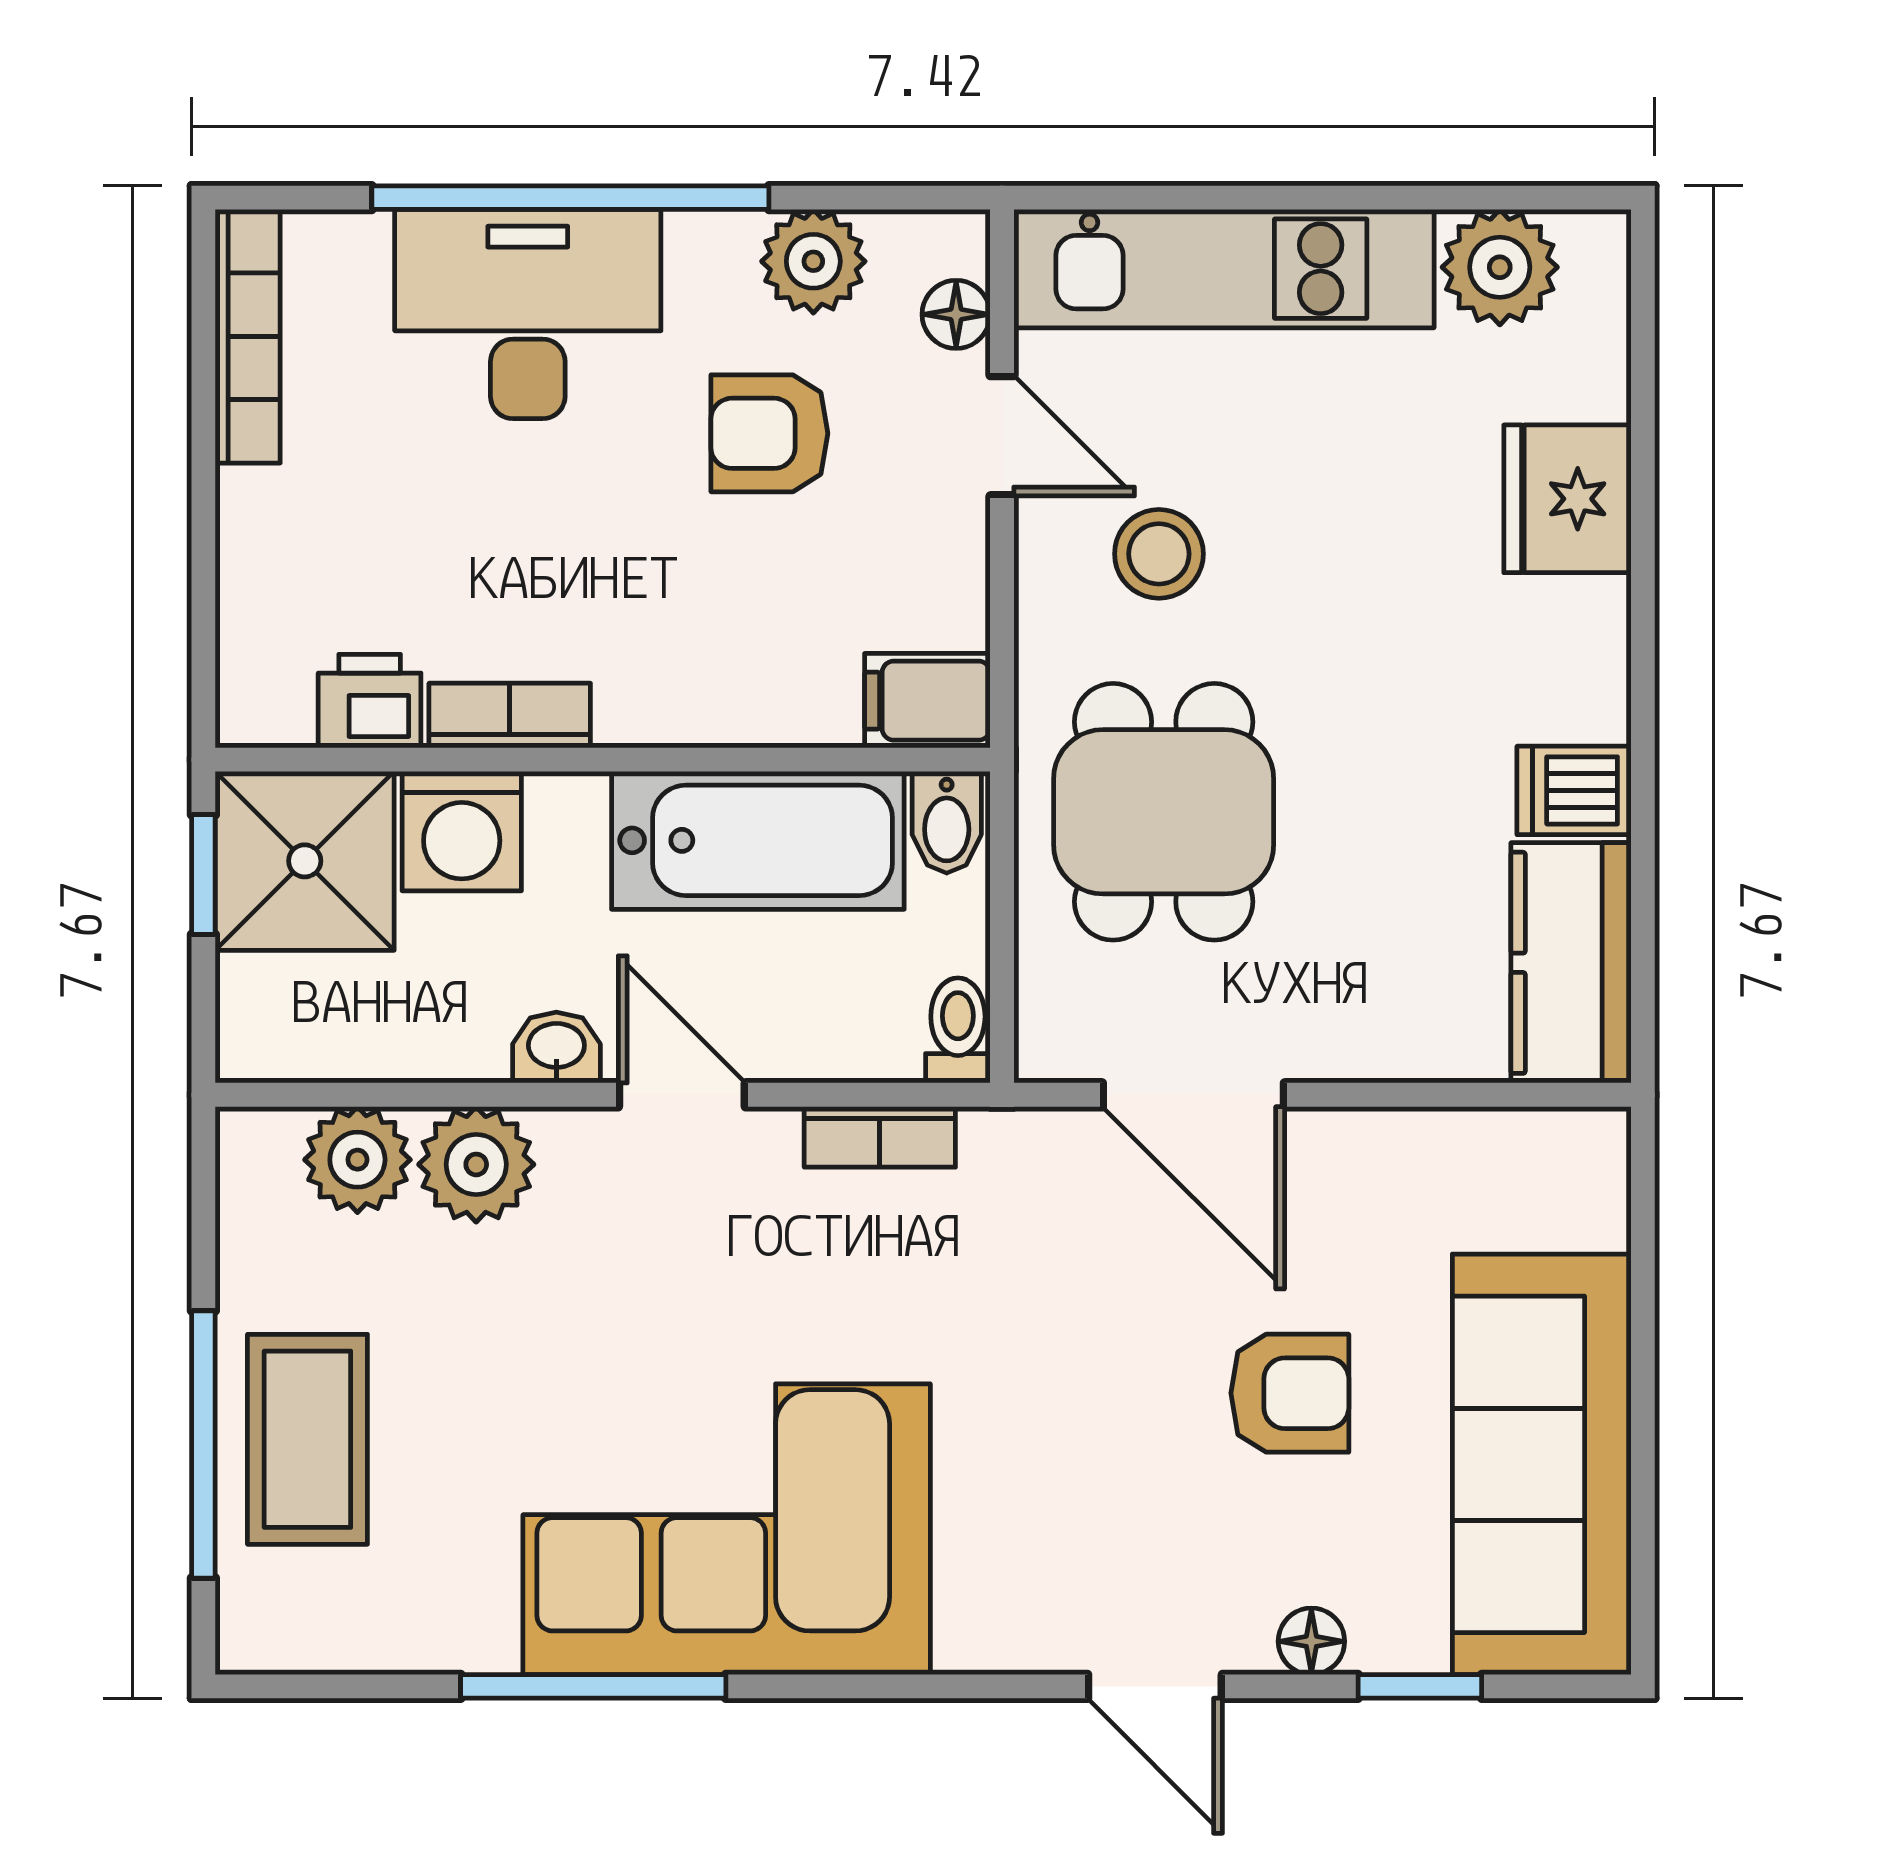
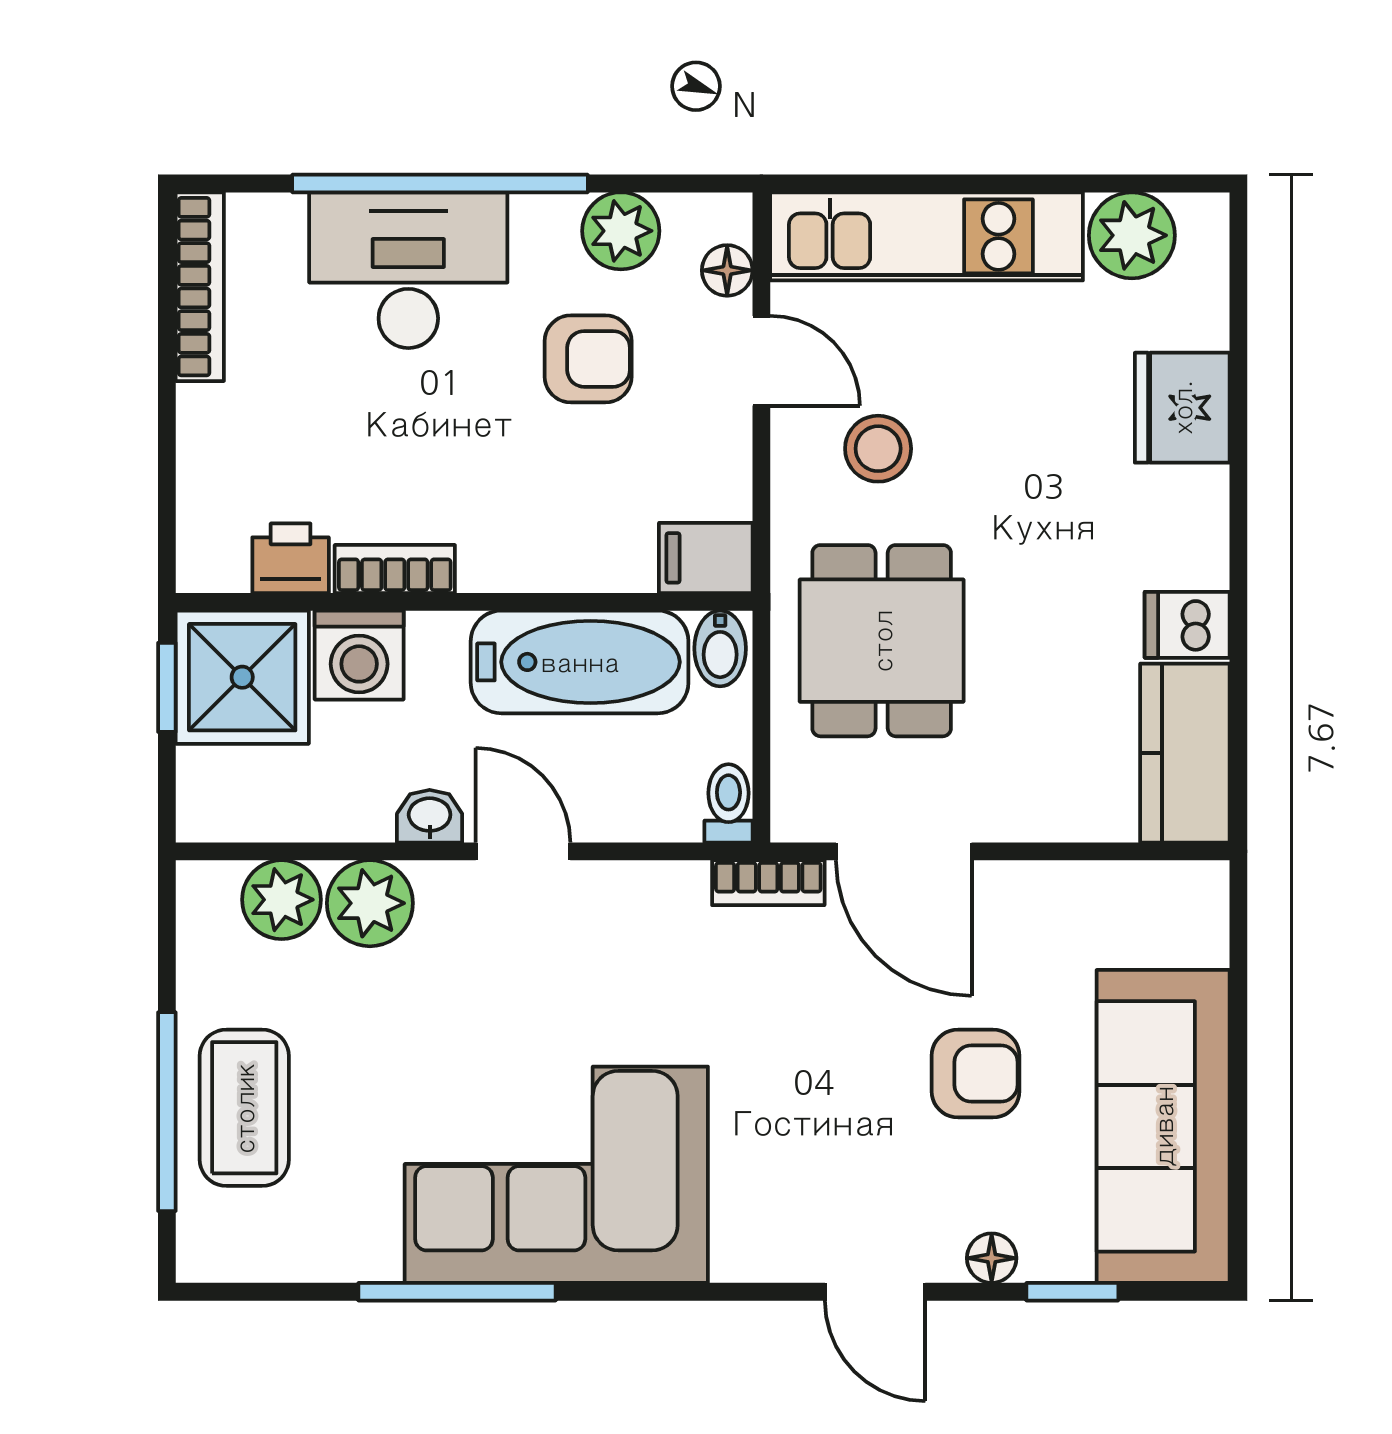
armchair: (769, 433) -> (588, 359), turned 180
bookcase: (880, 1137) -> (768, 883), moved

